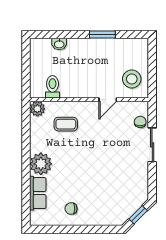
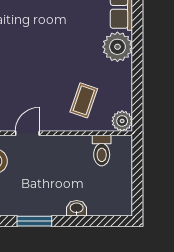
washbasin: (59, 44) -> (77, 208), moved
coffee table: (66, 124) -> (84, 100), turned -71

